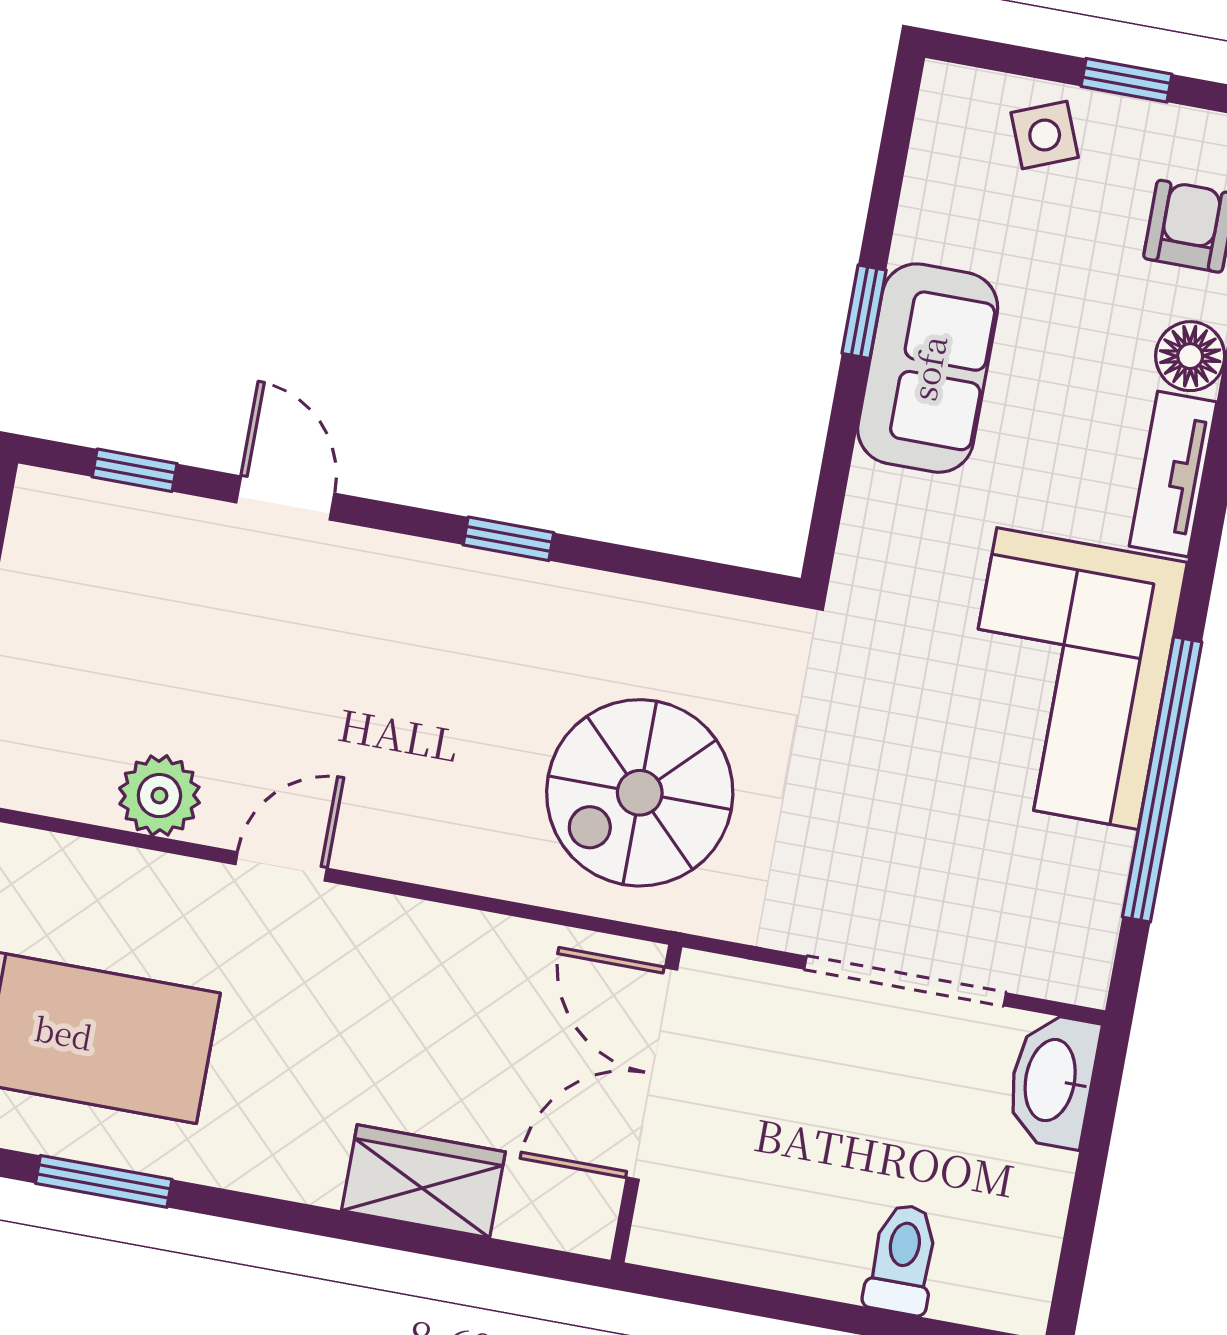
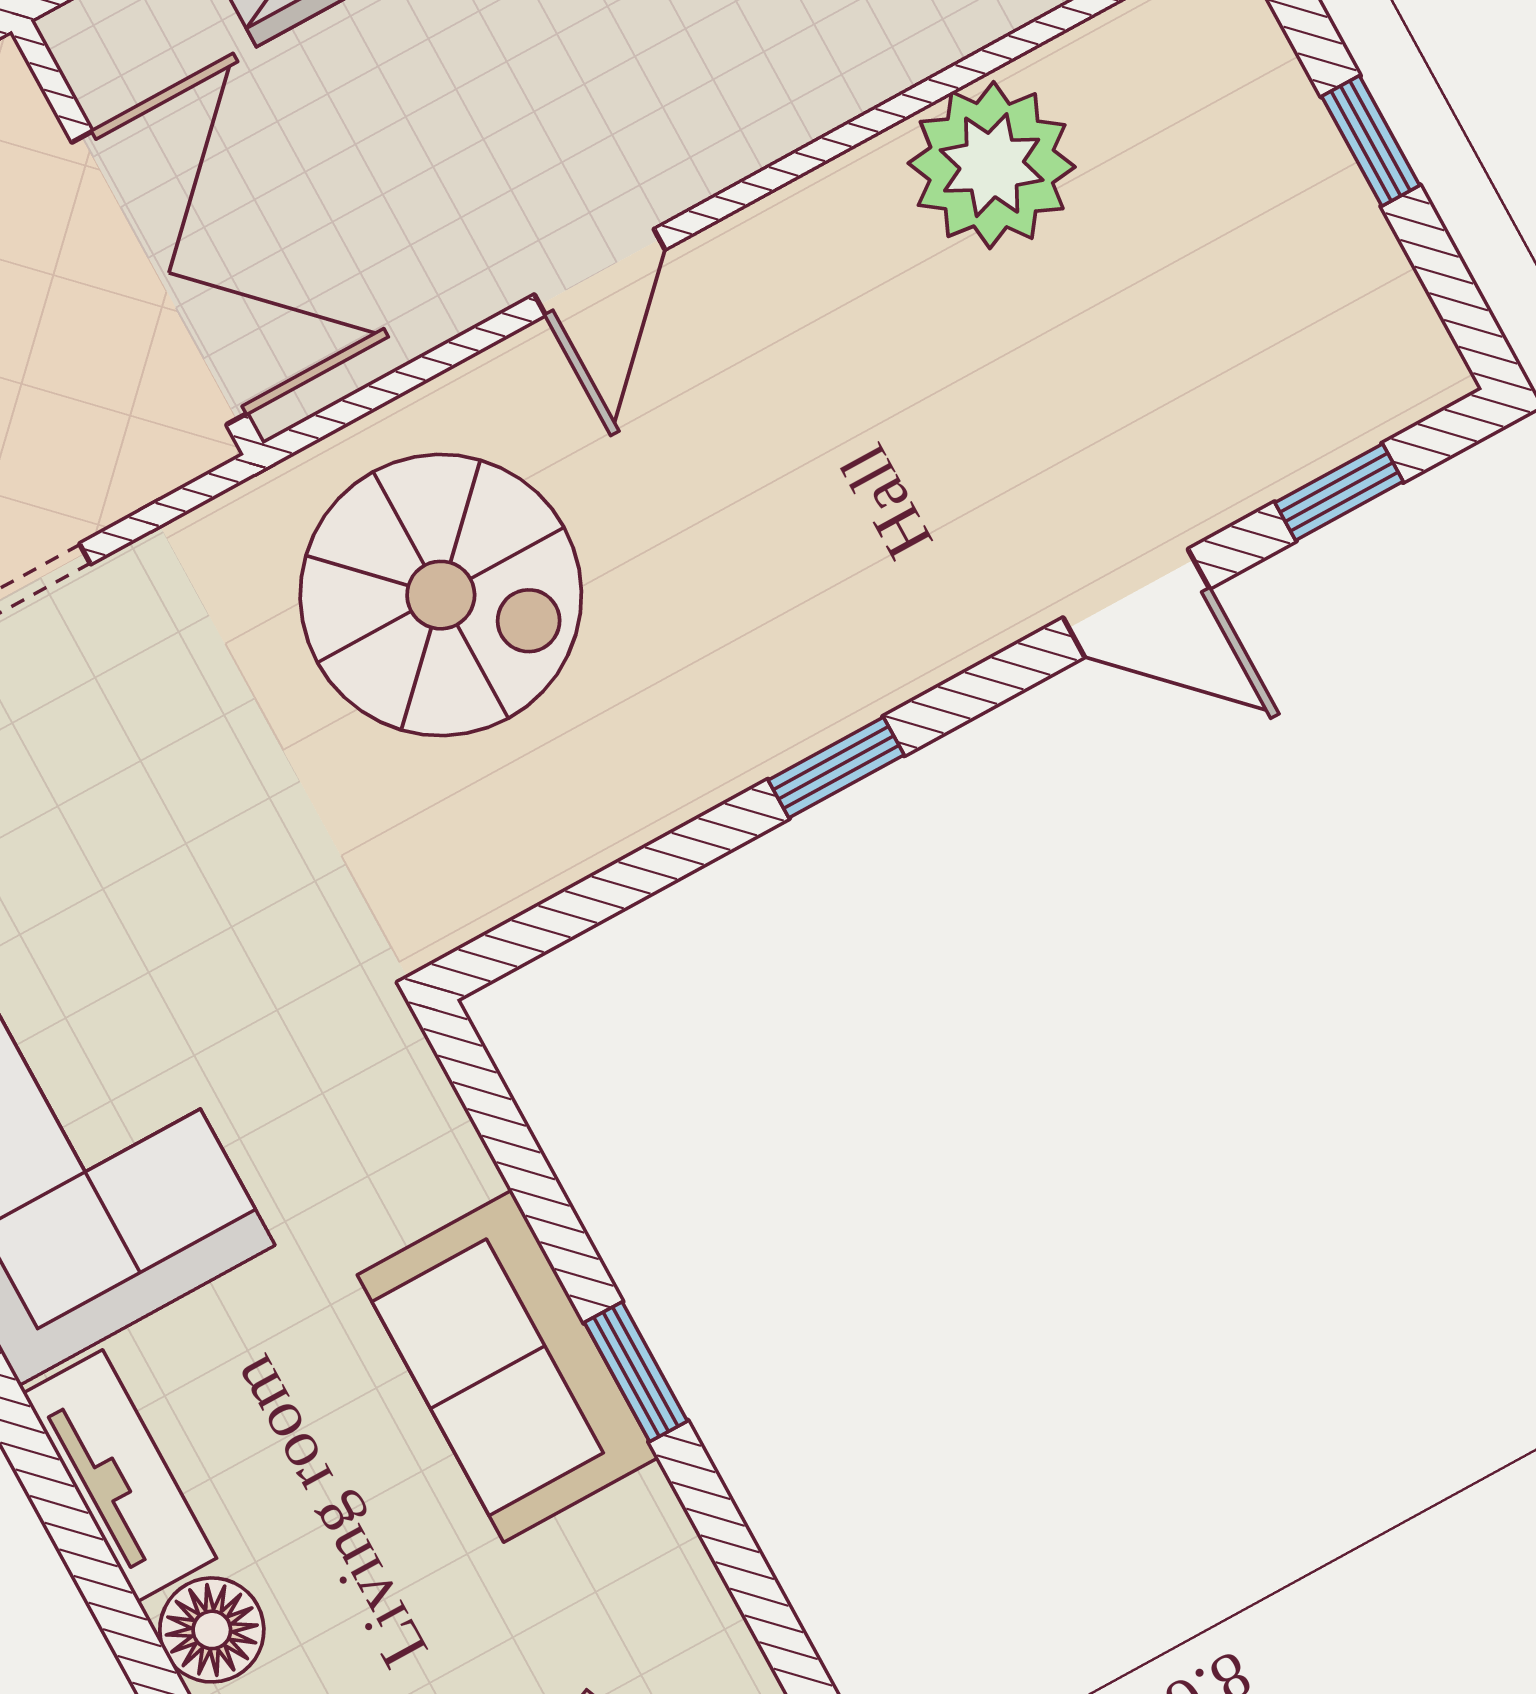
spiral stairs: (640, 793) -> (441, 595), turned 90
plant: (159, 796) -> (992, 165), width x1.36, depth x1.36
door: (281, 866) -> (600, 272), moved

